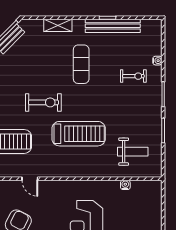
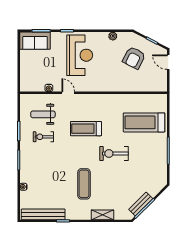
bench: (113, 26) -> (43, 214), moved
exercise bike: (133, 76) -> (43, 137), moved
treadmill: (79, 134) -> (86, 129), width x0.73, depth x0.73
door: (30, 179) -> (68, 93), moved

